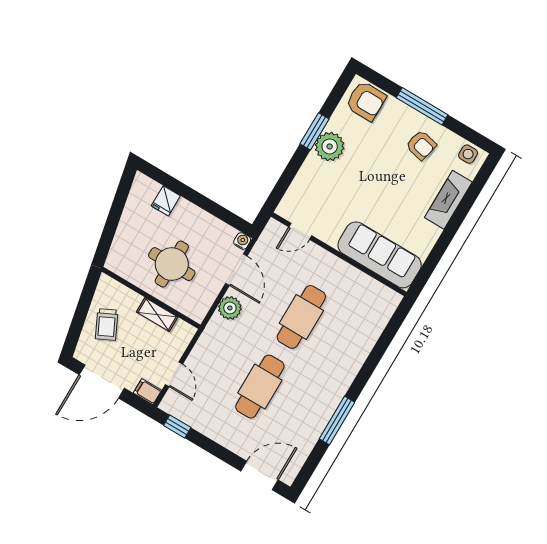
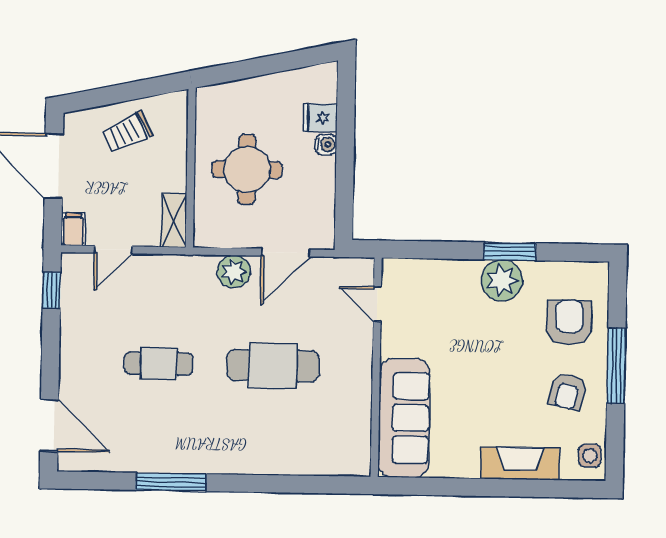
armchair: (366, 101) -> (569, 323), moved, turned 180
water cooler: (242, 241) -> (326, 145), moved
shelving: (157, 315) -> (174, 220), moved
cafe table: (260, 387) -> (159, 364), width x0.73, depth x0.74

